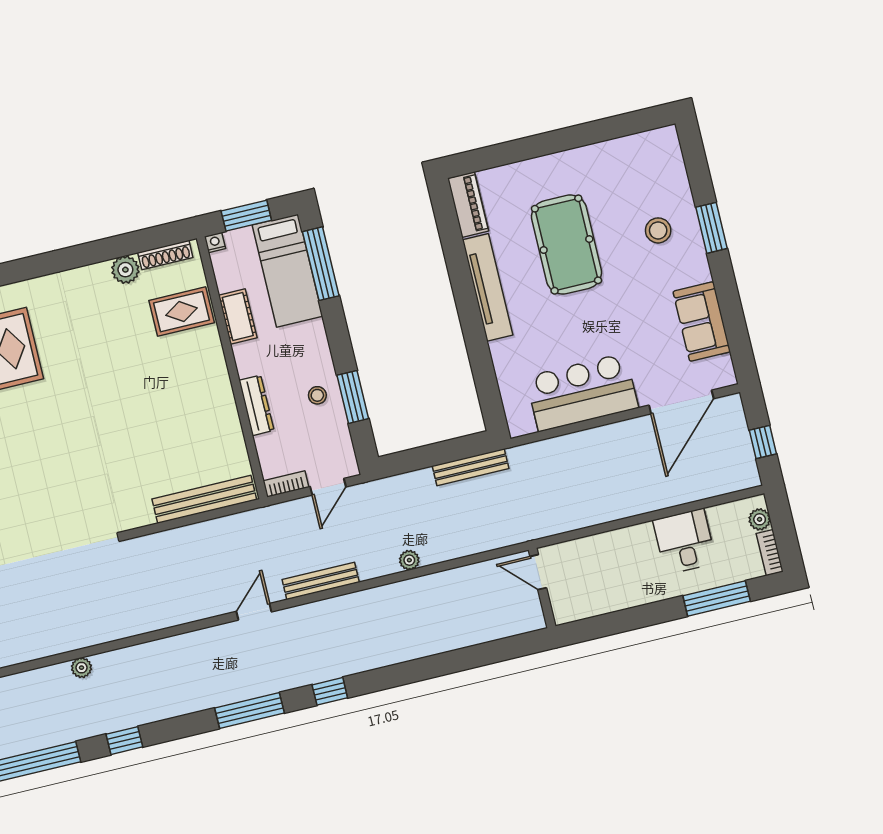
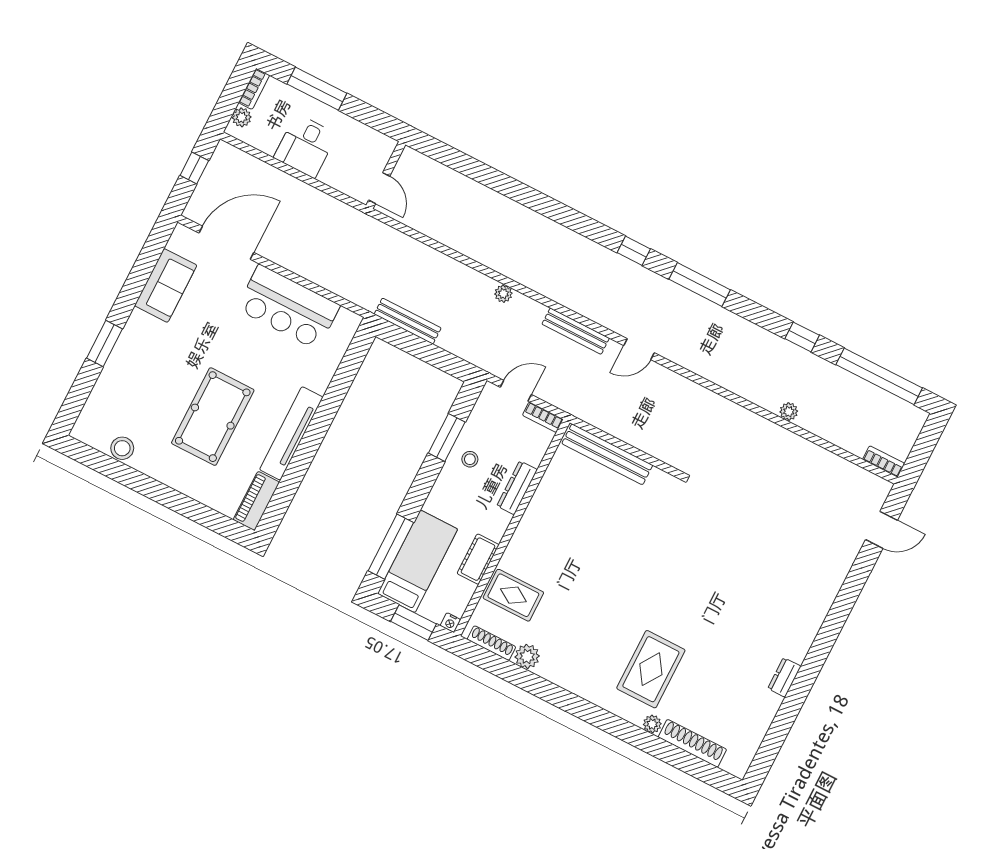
stool: (658, 230) -> (122, 448), moved
door: (538, 572) -> (379, 188), moved
wall: (542, 588) -> (386, 175), moved

